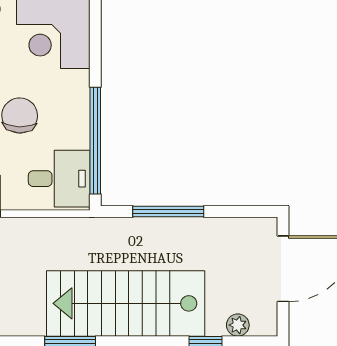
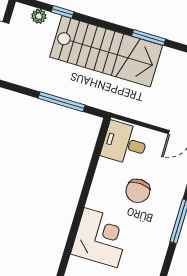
window: (95, 141) -> (94, 160), removed

